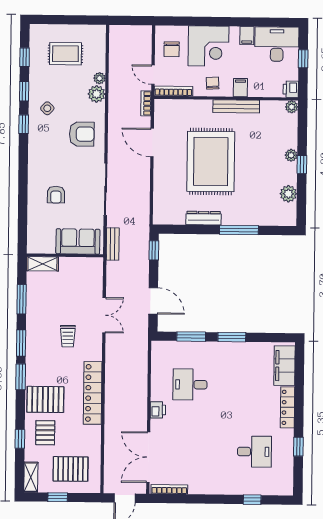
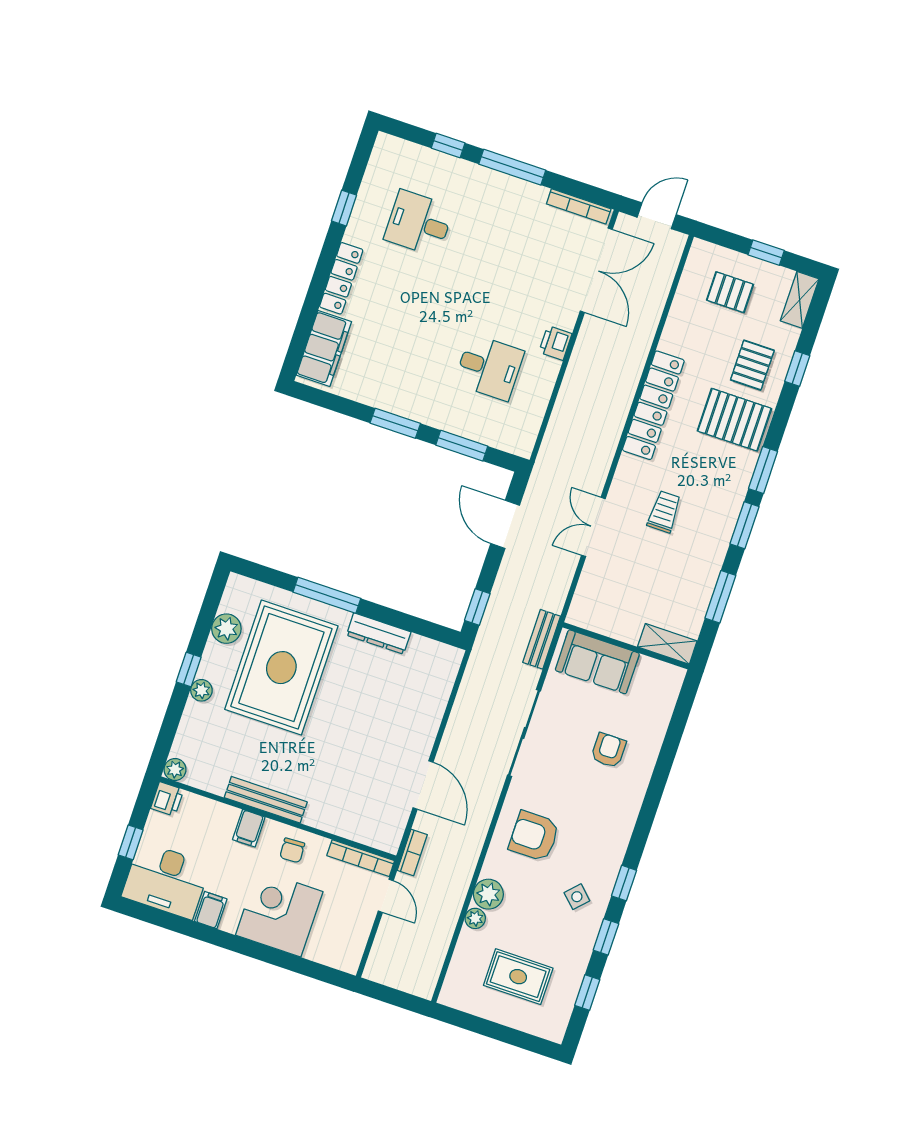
chair: (172, 49) -> (341, 928), removed
rug: (211, 161) -> (281, 668), moved
pallet: (71, 469) -> (730, 292), width x0.67, depth x0.71
window: (213, 499) -> (512, 167), added

